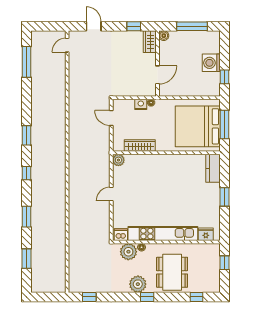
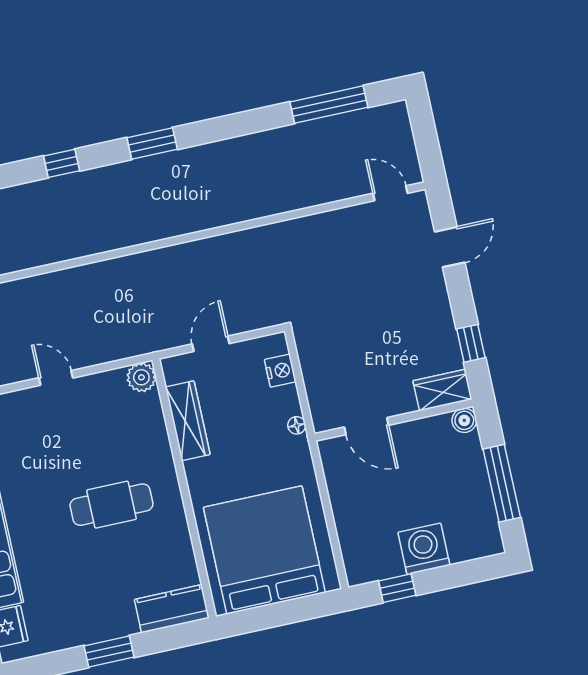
nightstand: (141, 104) -> (280, 371), moved
door: (111, 118) -> (211, 344), moved
window: (224, 125) -> (283, 613), removed
cafe table: (166, 183) -> (111, 505), added

